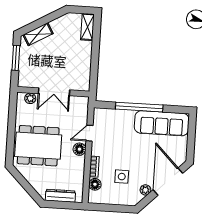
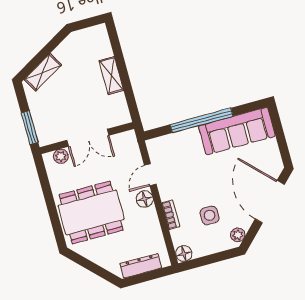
shelving: (88, 27) -> (111, 76), moved
window: (16, 58) -> (30, 127), moved
floor lamp: (95, 184) -> (184, 254), moved
plant: (145, 190) -> (238, 235), moved

